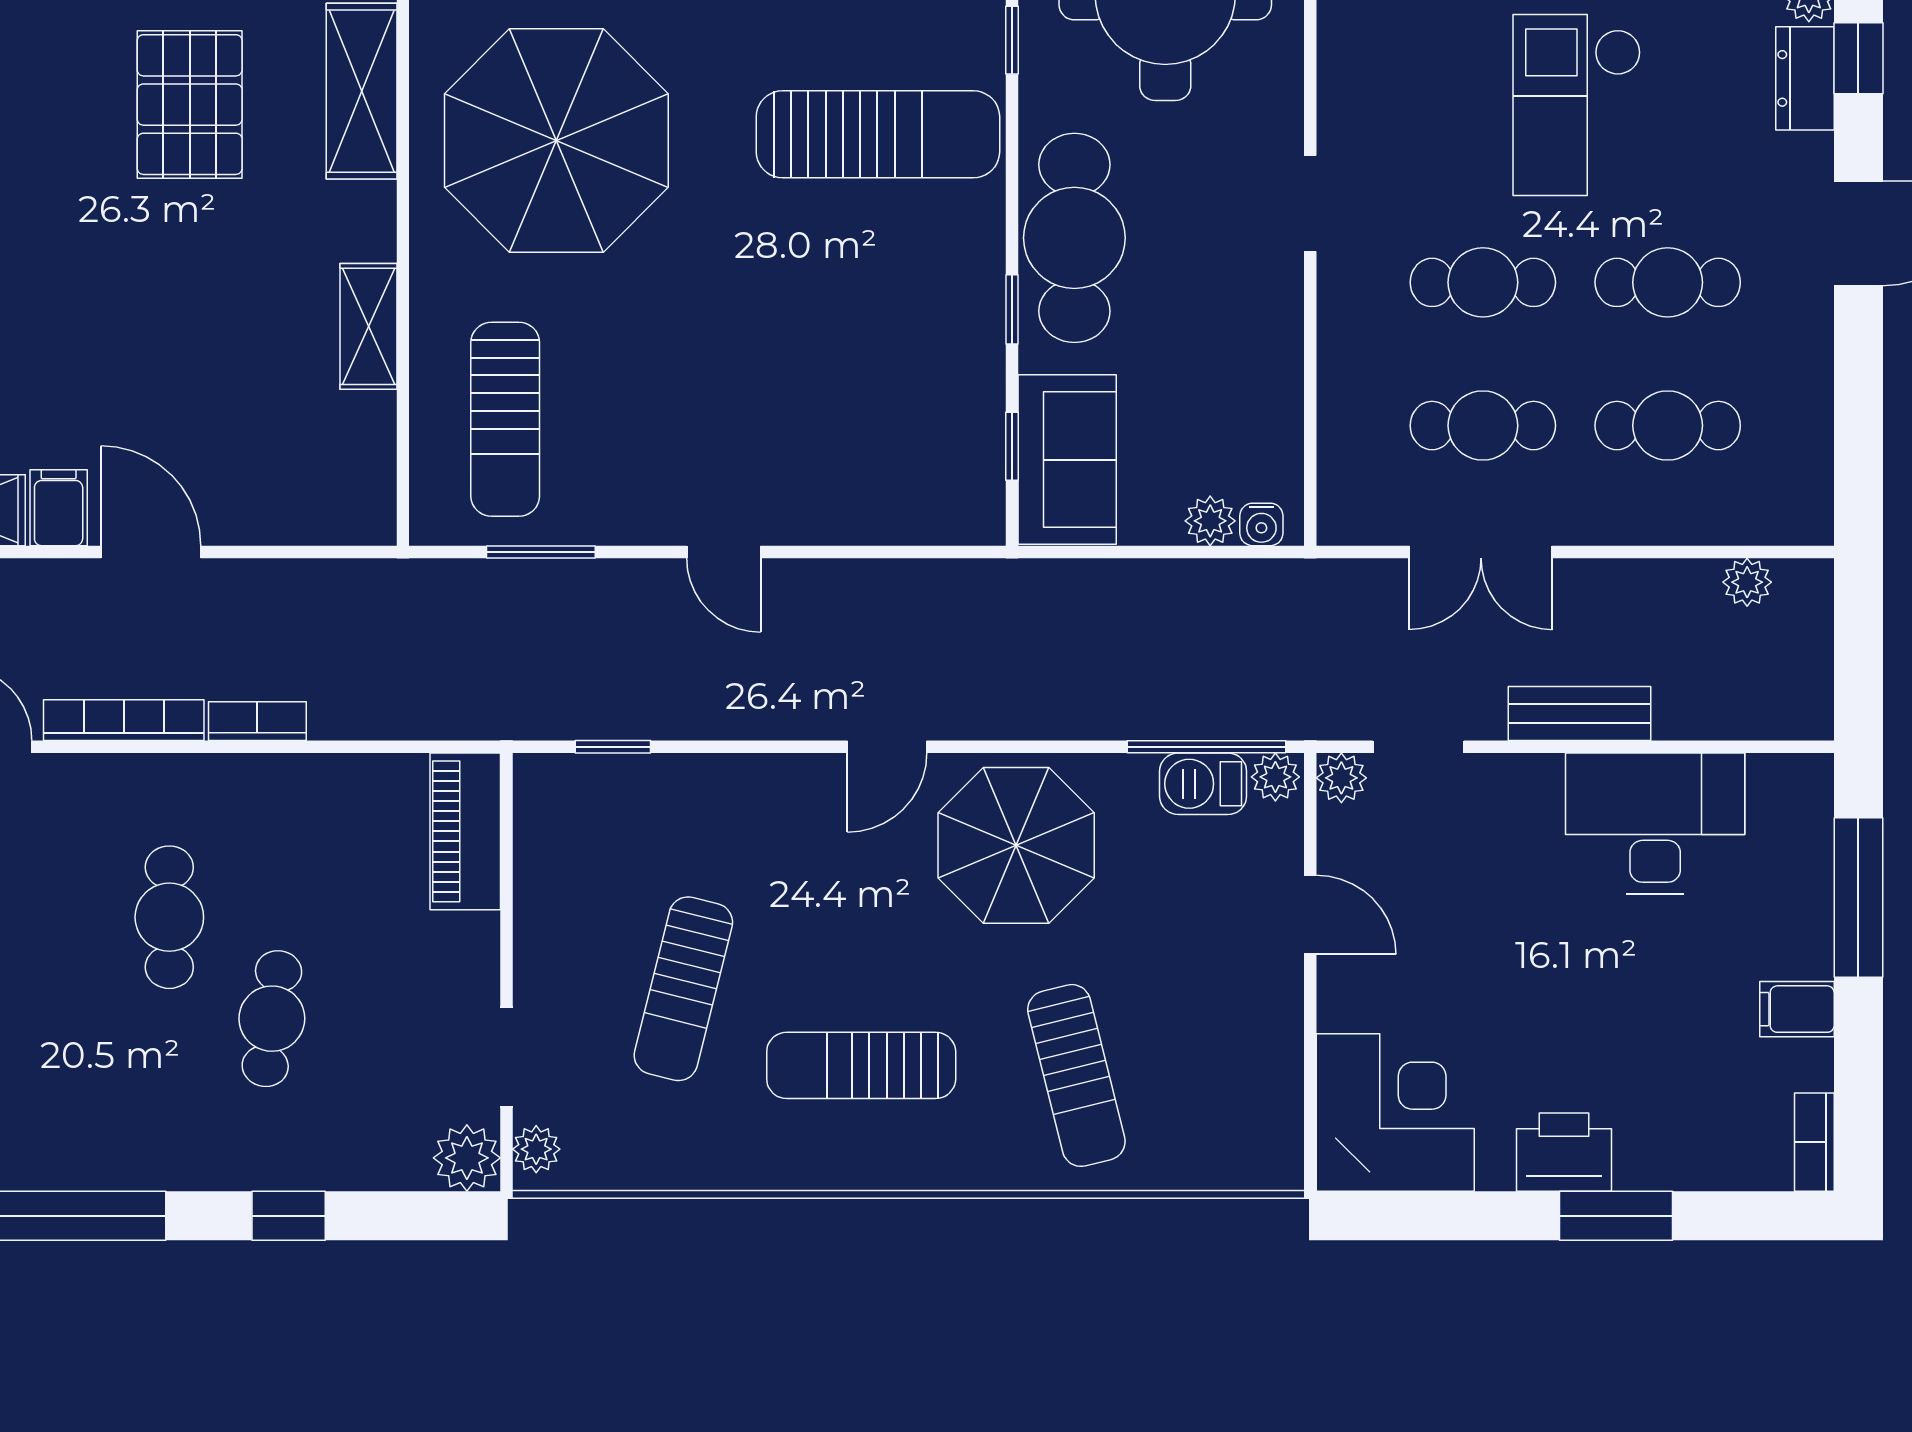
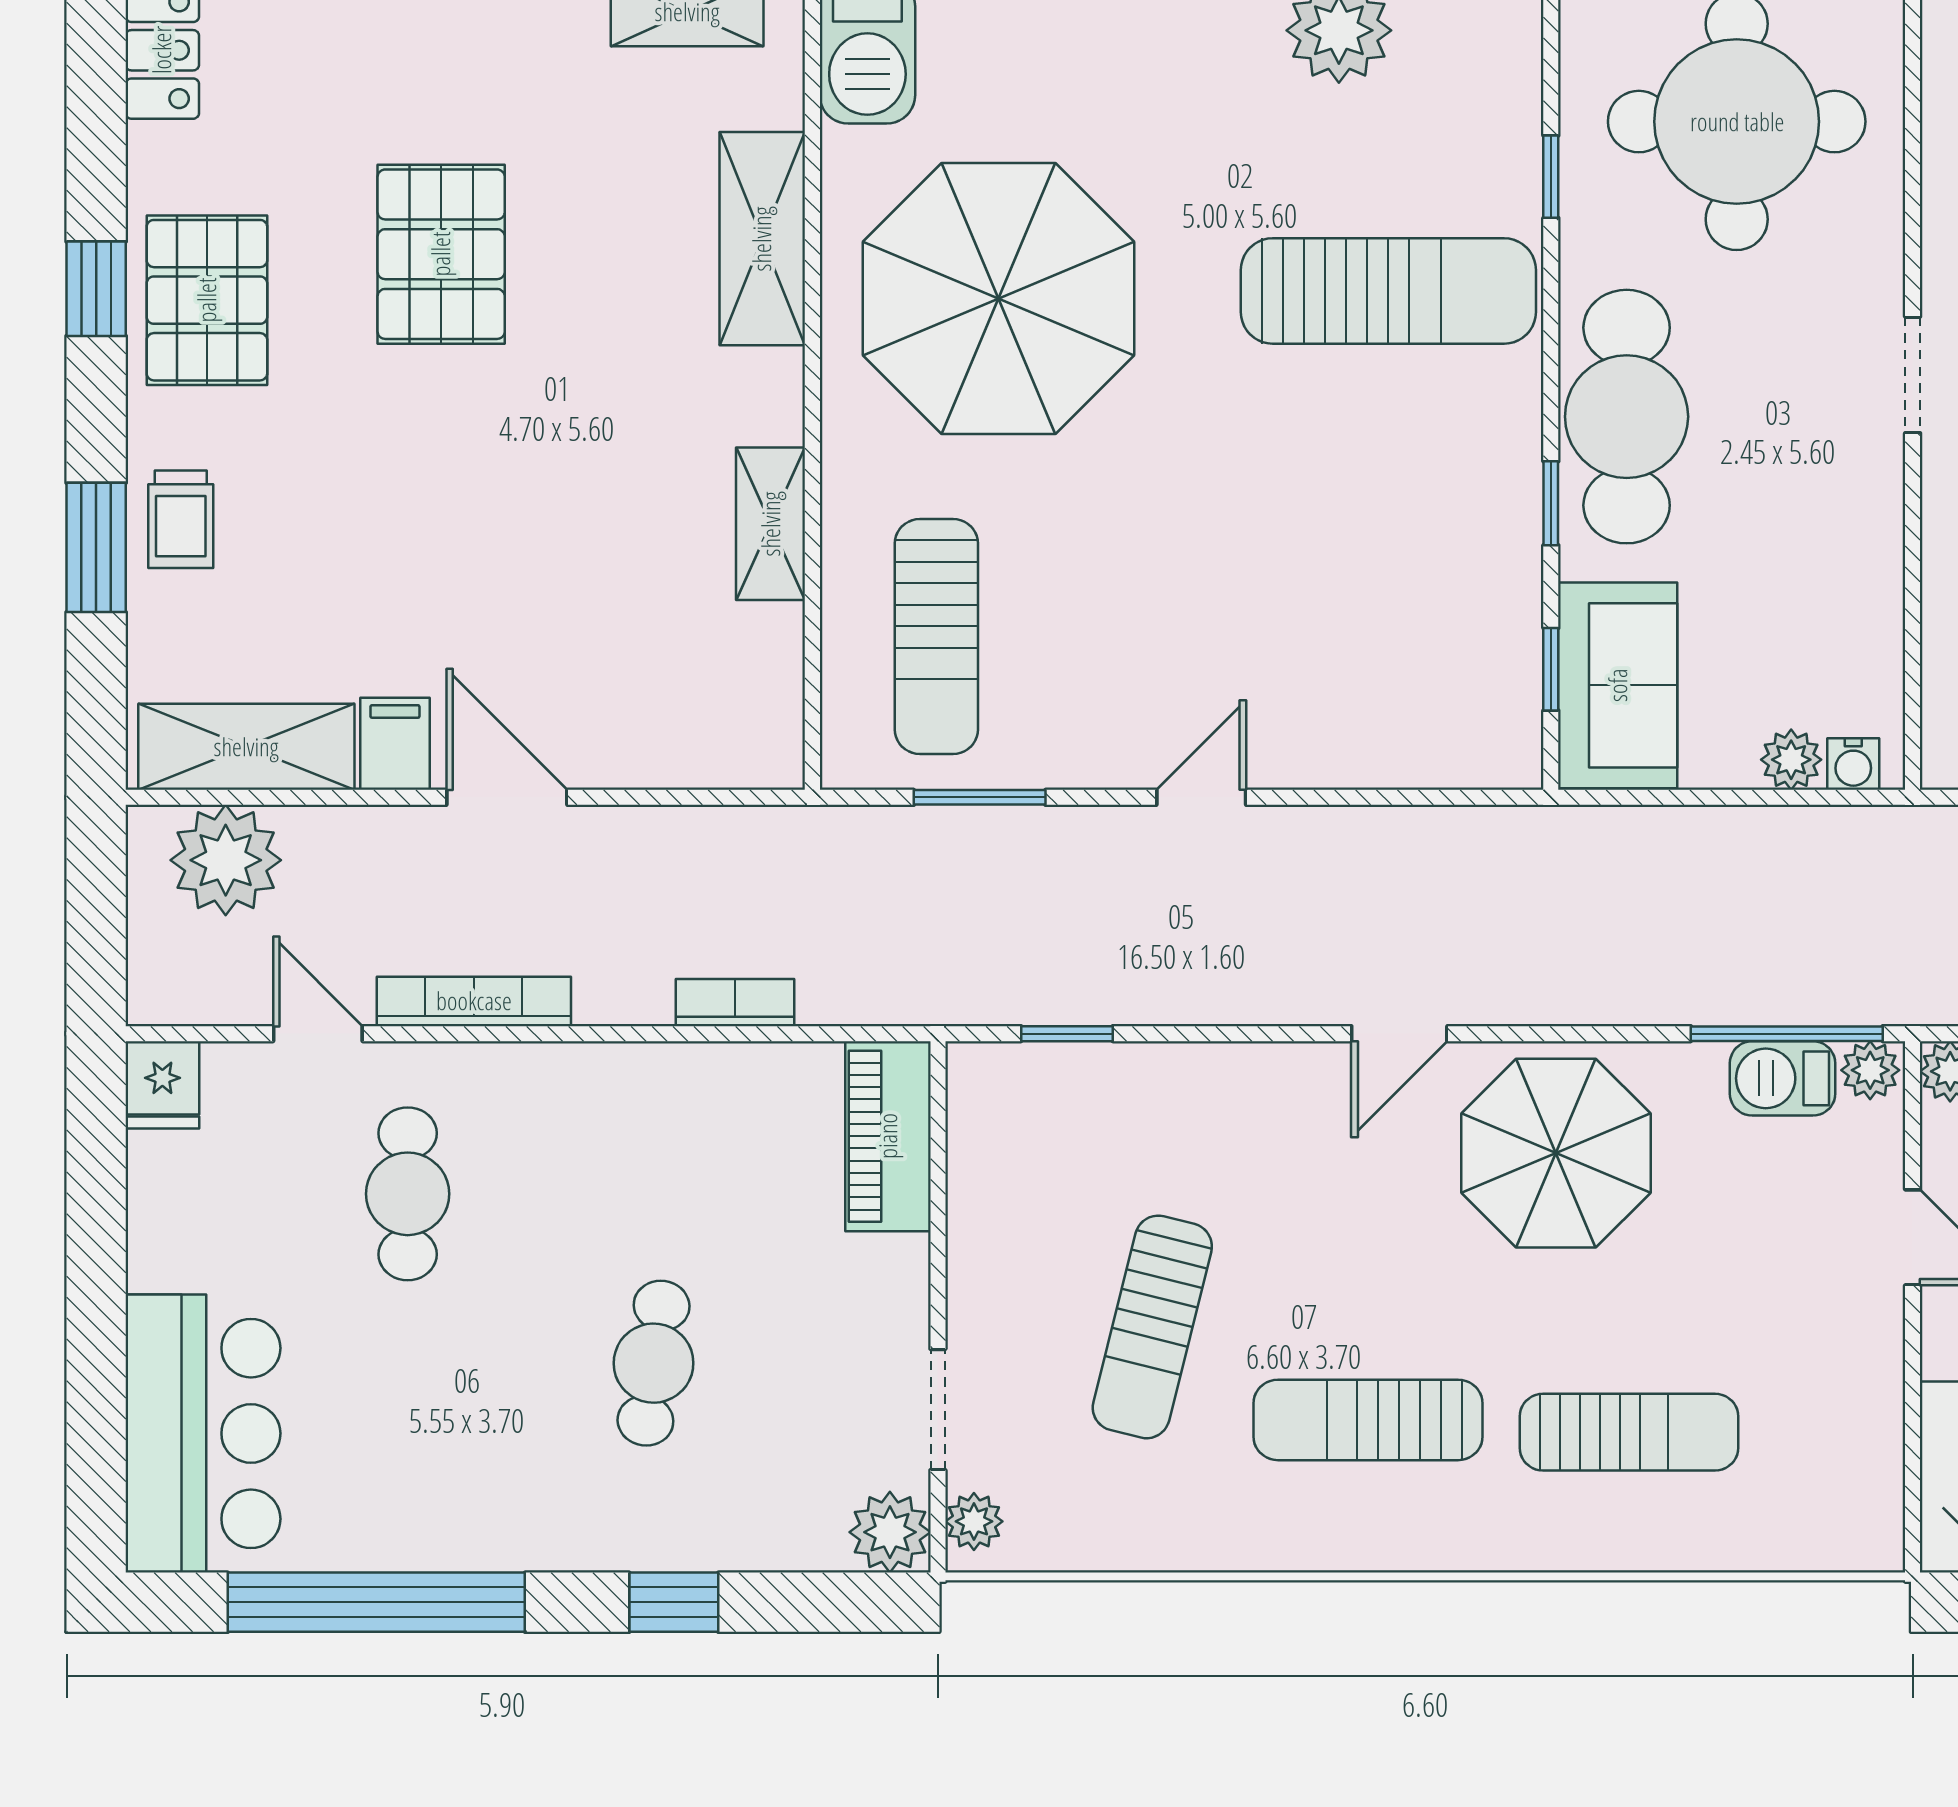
pallet: (190, 105) -> (441, 254), moved
door: (724, 552) -> (1201, 797), swing flipped
bookcase: (257, 721) -> (735, 1003), moved
cafe table: (169, 917) -> (408, 1194), moved
sun lounger: (1076, 1075) -> (1629, 1432), turned -76

